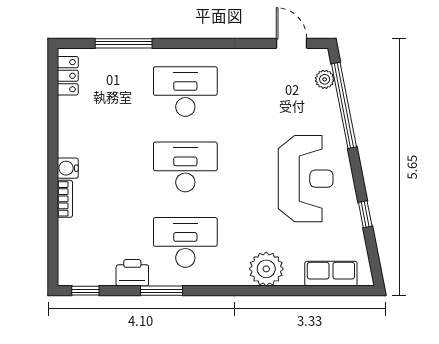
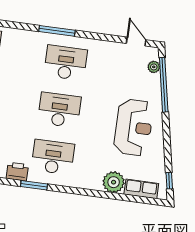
window: (124, 43) -> (57, 31), moved
window: (365, 214) -> (169, 181), moved
plant: (266, 269) -> (114, 182), moved

